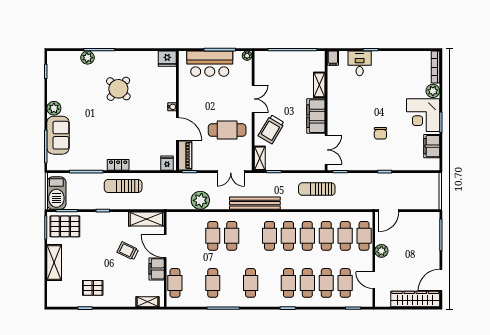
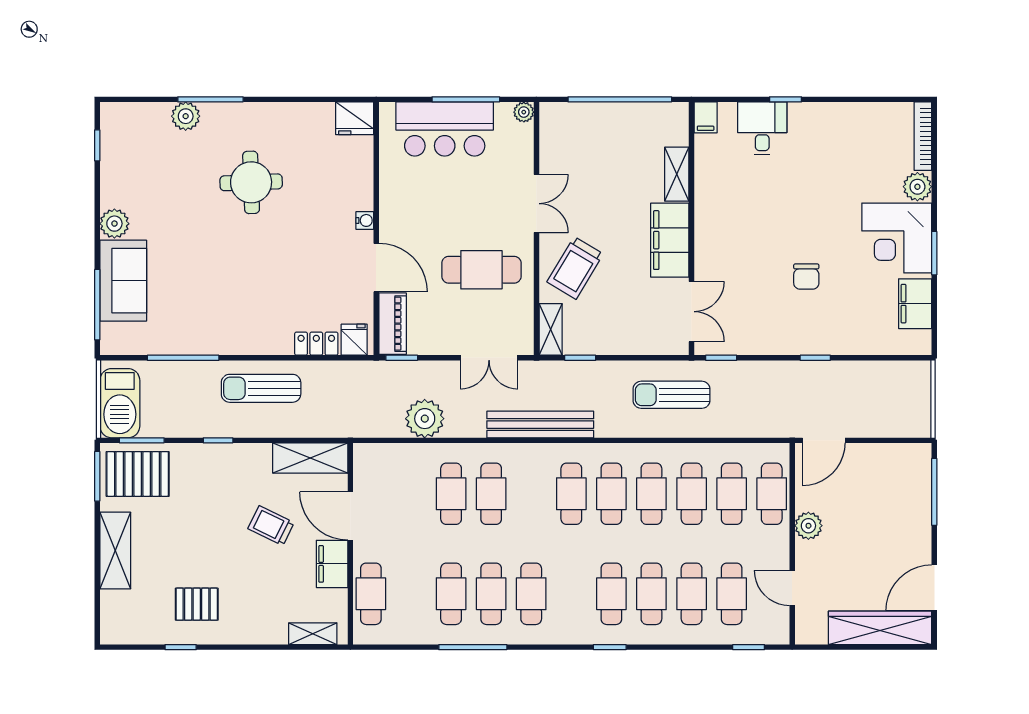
round table: (118, 89) -> (251, 182), turned 45
locker: (118, 165) -> (316, 344), moved
cafe table: (232, 283) -> (491, 594), added

